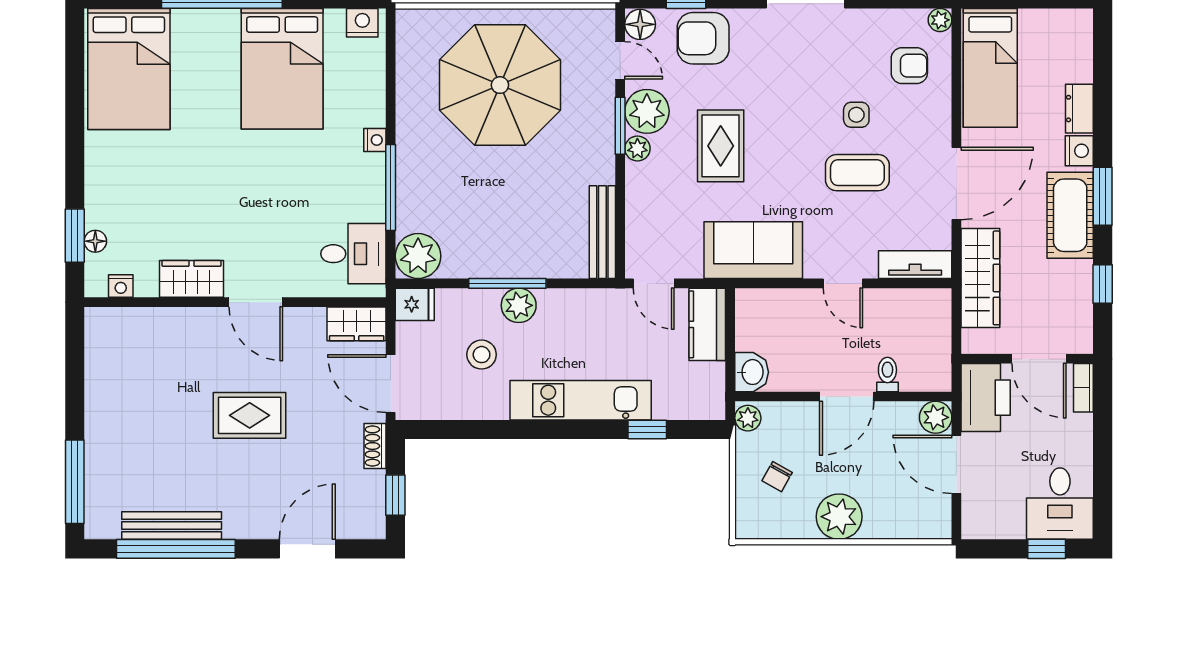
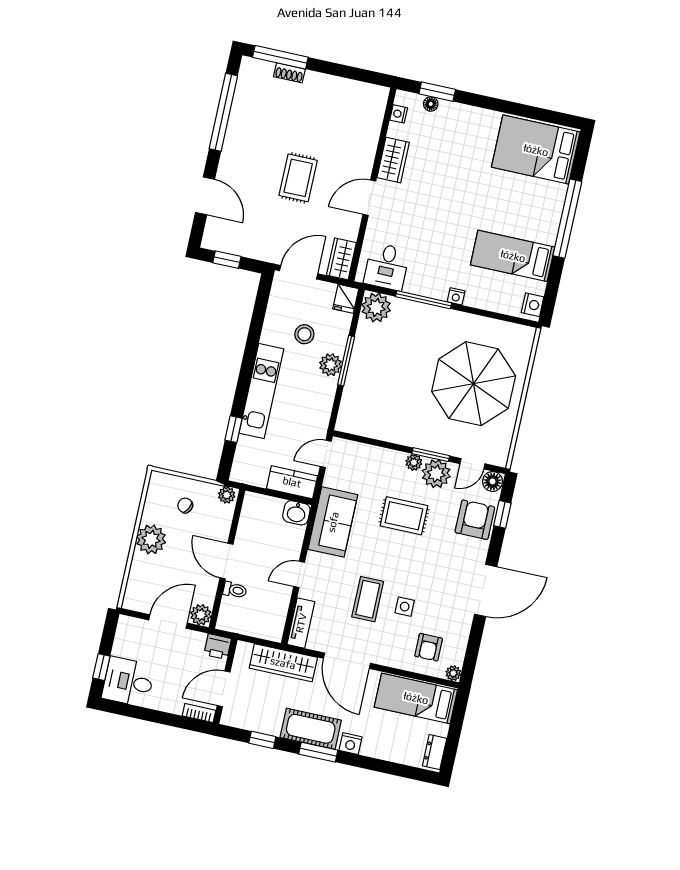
bed: (282, 69) -> (513, 256), width x0.67
dresser: (1079, 109) -> (435, 752), moved, turned -90
bench: (602, 232) -> (366, 428), removed
washbasin: (752, 372) -> (296, 513), moved
printer: (986, 398) -> (218, 647), width x0.53, depth x0.68
shoe rack: (375, 446) -> (289, 73), moved, turned 180
bench: (172, 526) -> (239, 113), removed

